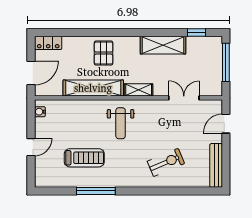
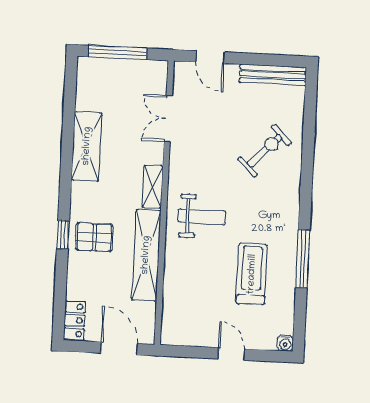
window: (197, 32) -> (63, 235), moved
water cooler: (40, 112) -> (285, 343), moved
exercise bike: (166, 162) -> (265, 151), turned 67

